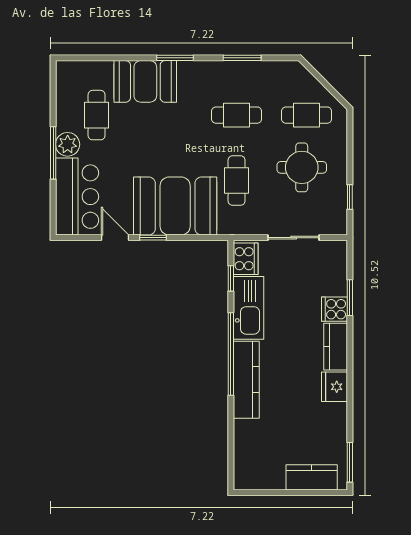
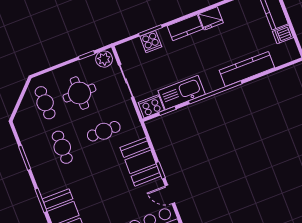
booth: (175, 206) -> (141, 162), width x0.73, depth x0.70
plant: (335, 219) -> (104, 59), added
door: (115, 238) -> (170, 194), hinge flipped
cooker: (335, 309) -> (151, 42), moved
kitchen counter: (246, 380) -> (247, 69), moved
dishwasher: (274, 477) -> (283, 34), added

